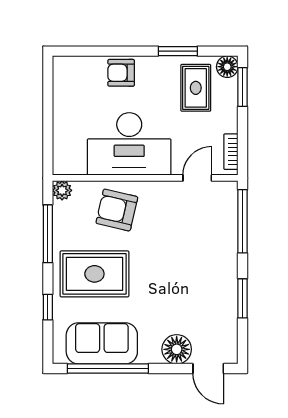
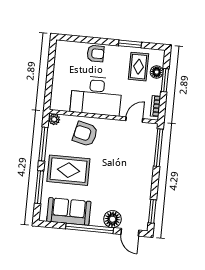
floor lamp: (227, 67) -> (157, 72), moved
armchair: (121, 73) -> (96, 54), turned 180
window: (242, 87) -> (165, 80), moved
window: (242, 298) -> (152, 211), moved
window: (48, 307) -> (39, 187), width x2.17
window: (108, 369) -> (90, 228), moved

